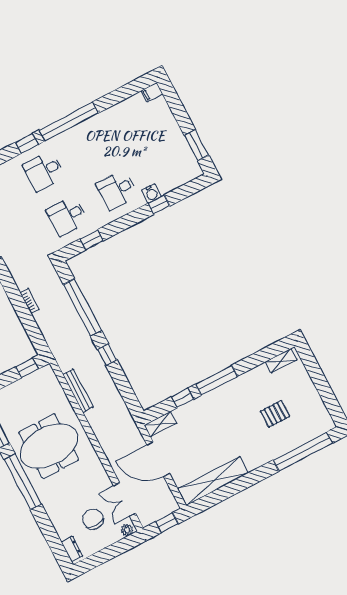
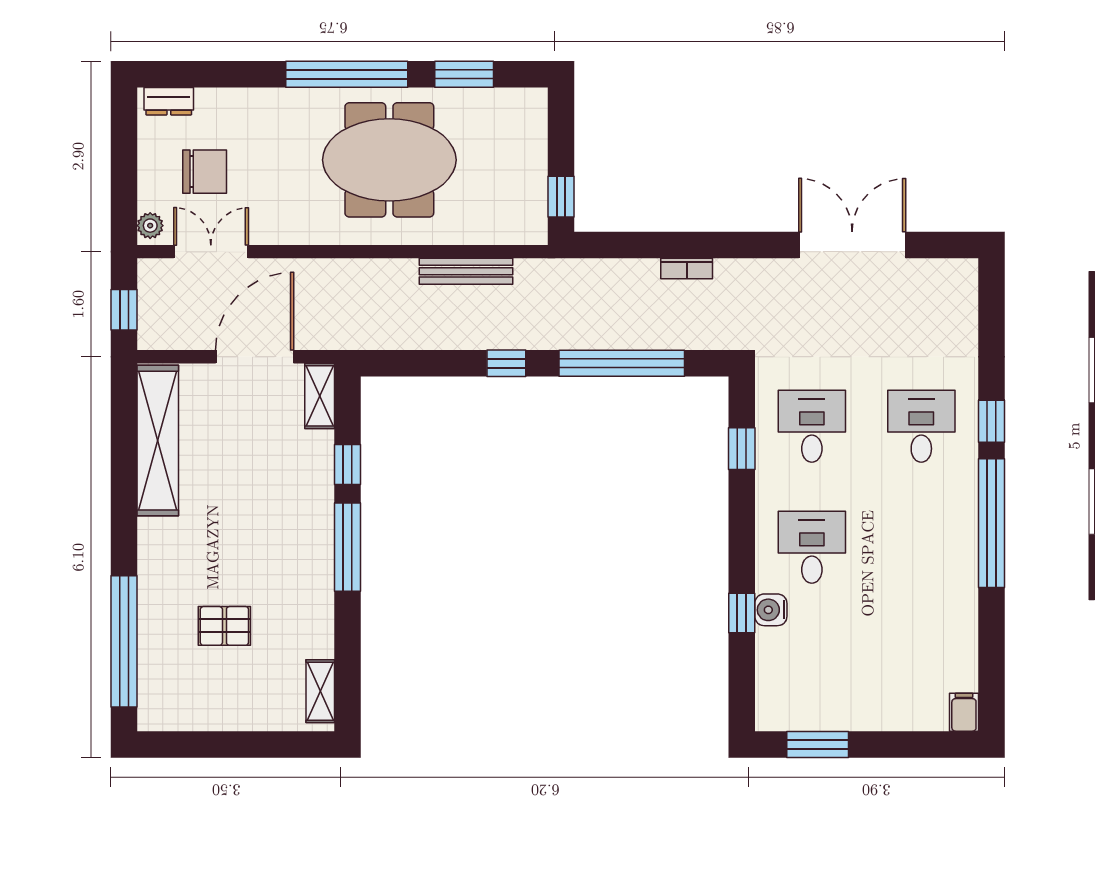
pallet: (275, 414) -> (224, 626), turned 90
meeting table: (49, 446) -> (389, 160), turned 90

